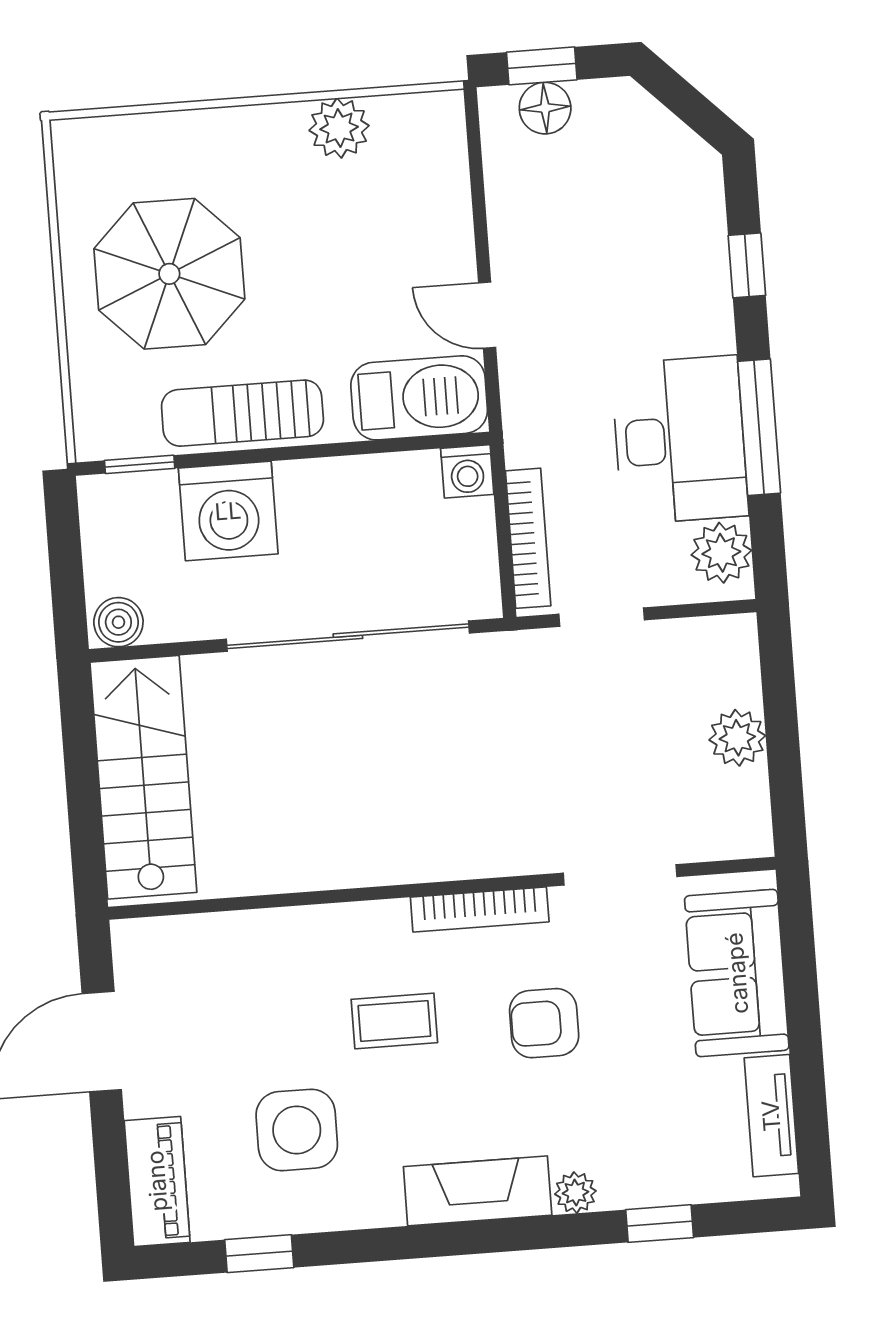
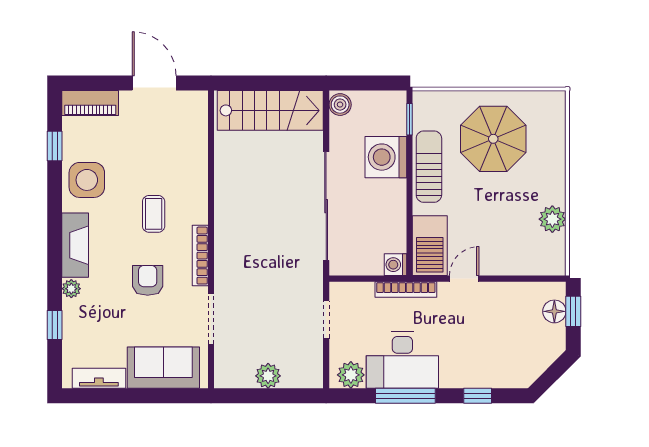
bookcase: (528, 538) -> (406, 290), moved
side table: (297, 1130) -> (87, 180), moved

